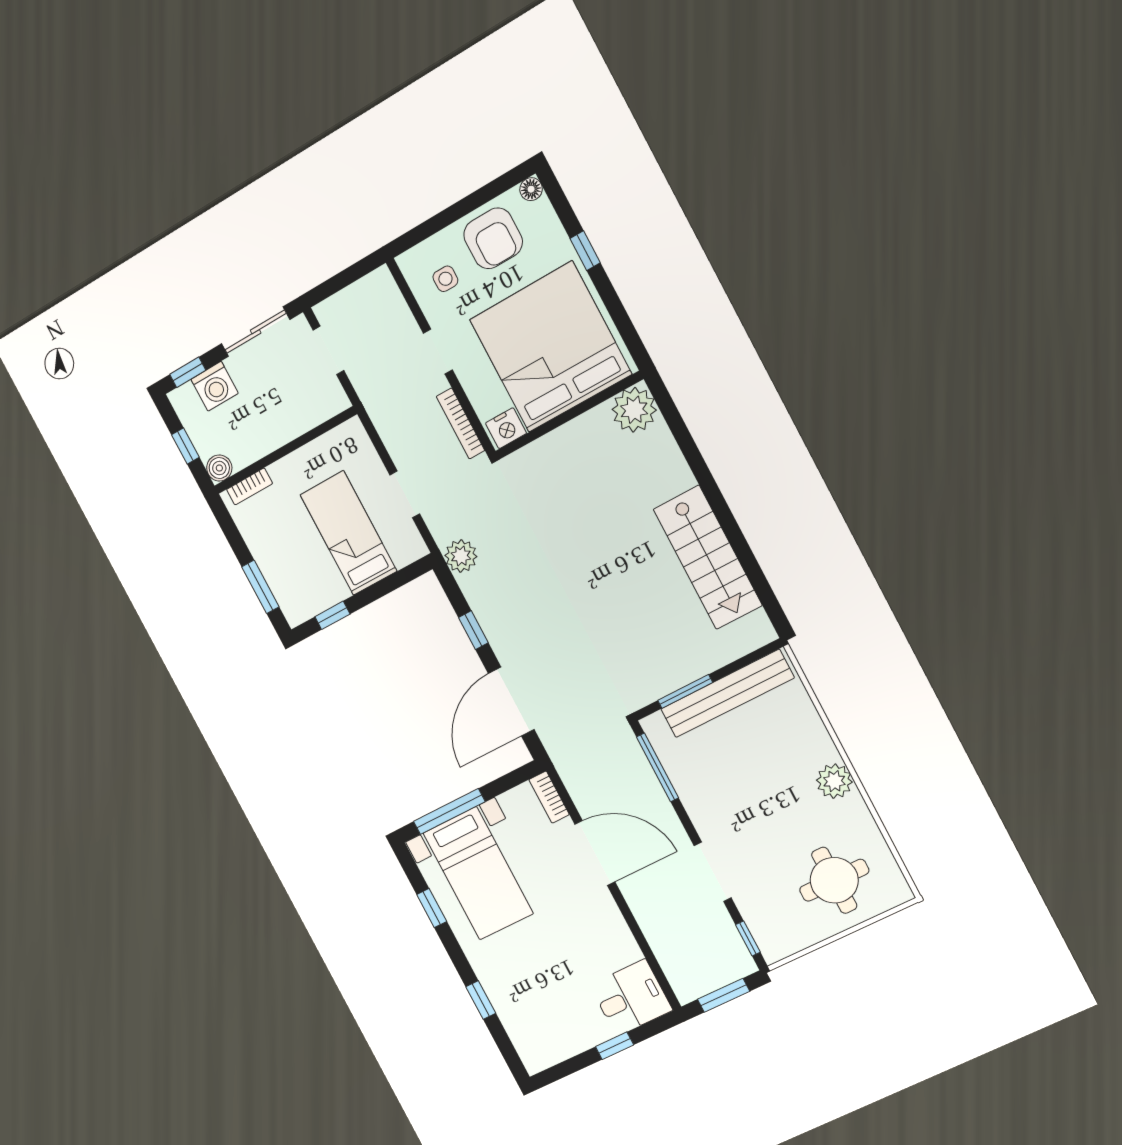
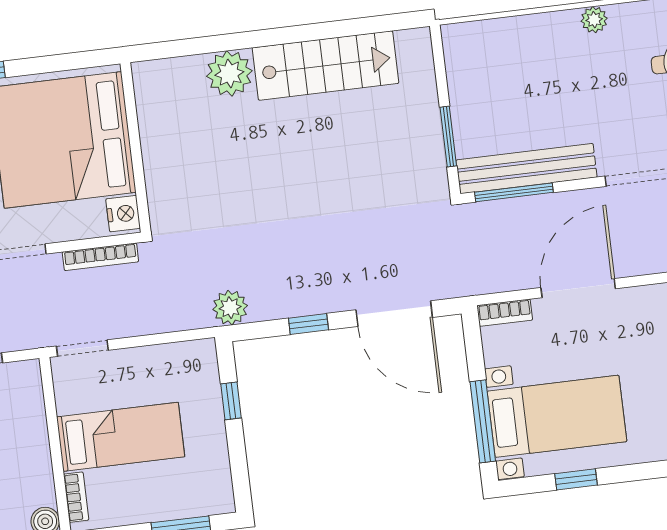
plant: (634, 410) -> (229, 74), moved
doorway: (405, 494) -> (82, 348), moved
bed: (348, 533) -> (121, 437), moved, turned 180
window: (332, 615) -> (231, 401), moved
bench: (727, 694) -> (527, 169), moved, turned 90
plant: (834, 781) -> (594, 20), width x0.73, depth x0.73

